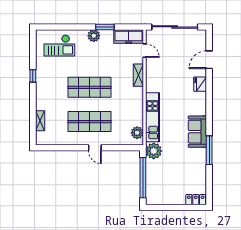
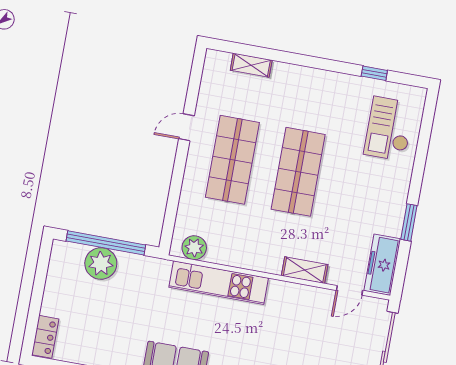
plant: (94, 36) -> (396, 198), removed
window: (33, 76) -> (374, 73), moved
door: (95, 148) -> (186, 127), moved
plant: (154, 151) -> (101, 263), moved

